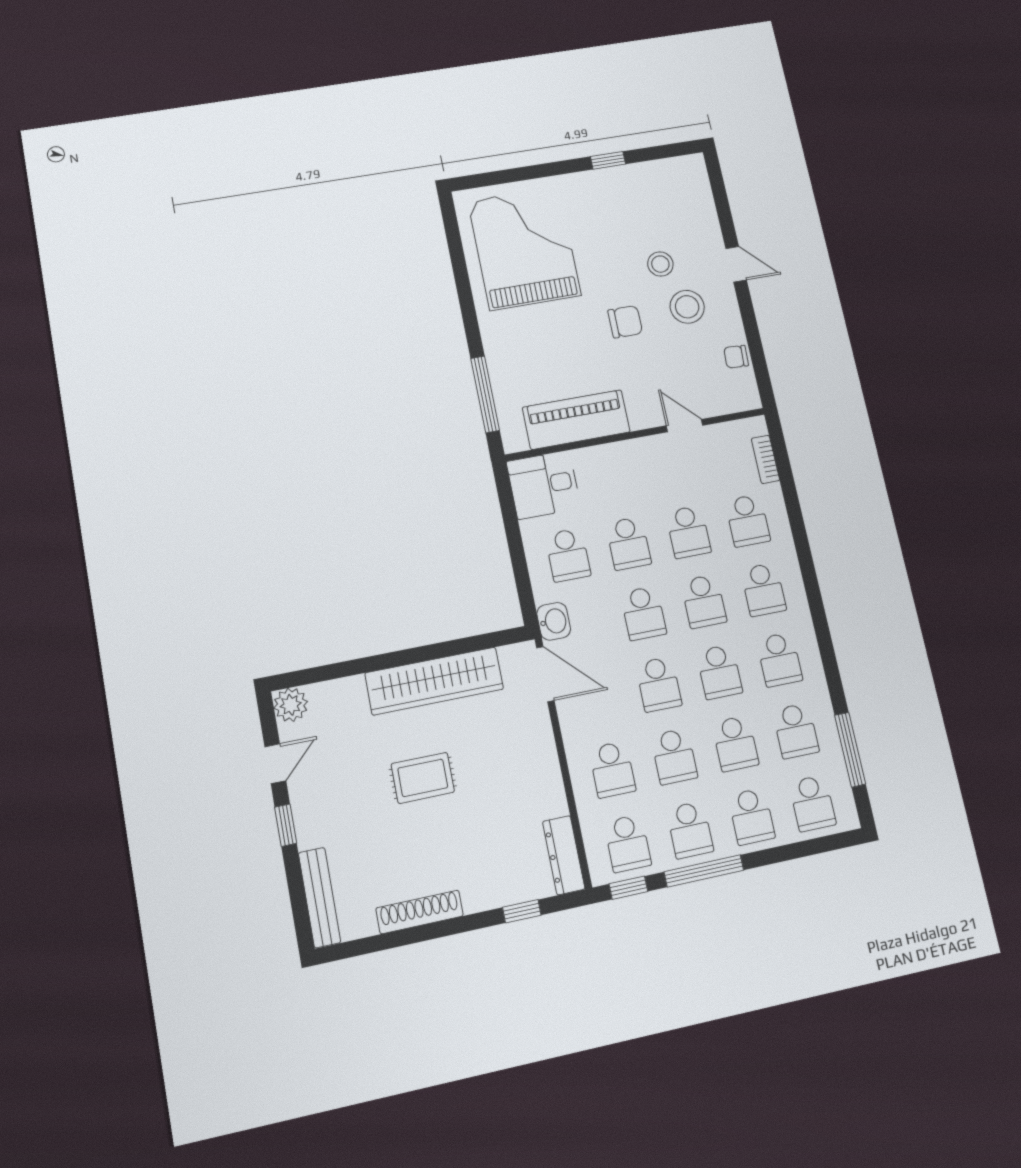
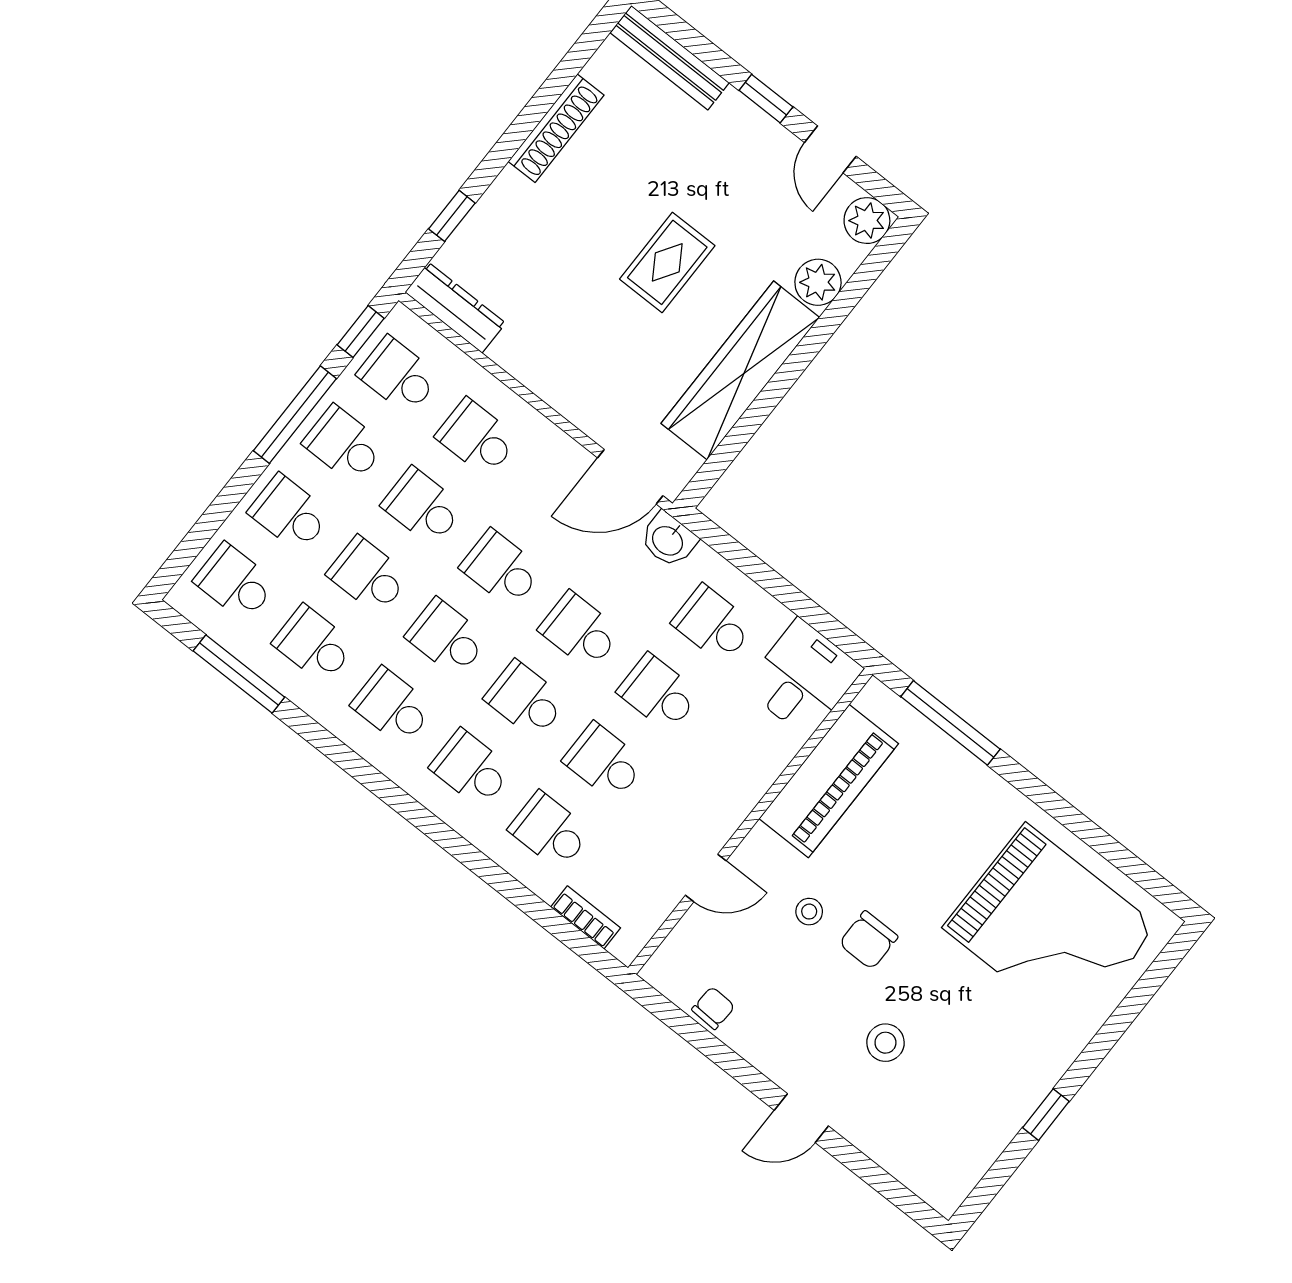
stool: (687, 307) -> (809, 912), moved, width x0.53, depth x0.53
plant: (348, 693) -> (818, 282), added

